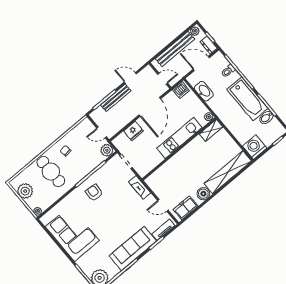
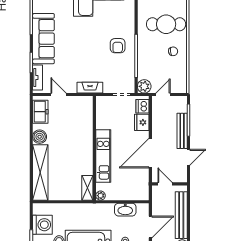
door: (163, 79) -> (165, 184), swing flipped
dishwasher: (181, 90) -> (142, 106), moved
door: (150, 107) -> (150, 153), hinge flipped
washing machine: (255, 147) -> (42, 225), moved
armchair: (94, 193) -> (118, 46), turned 86
door: (163, 205) -> (58, 95), hinge flipped

